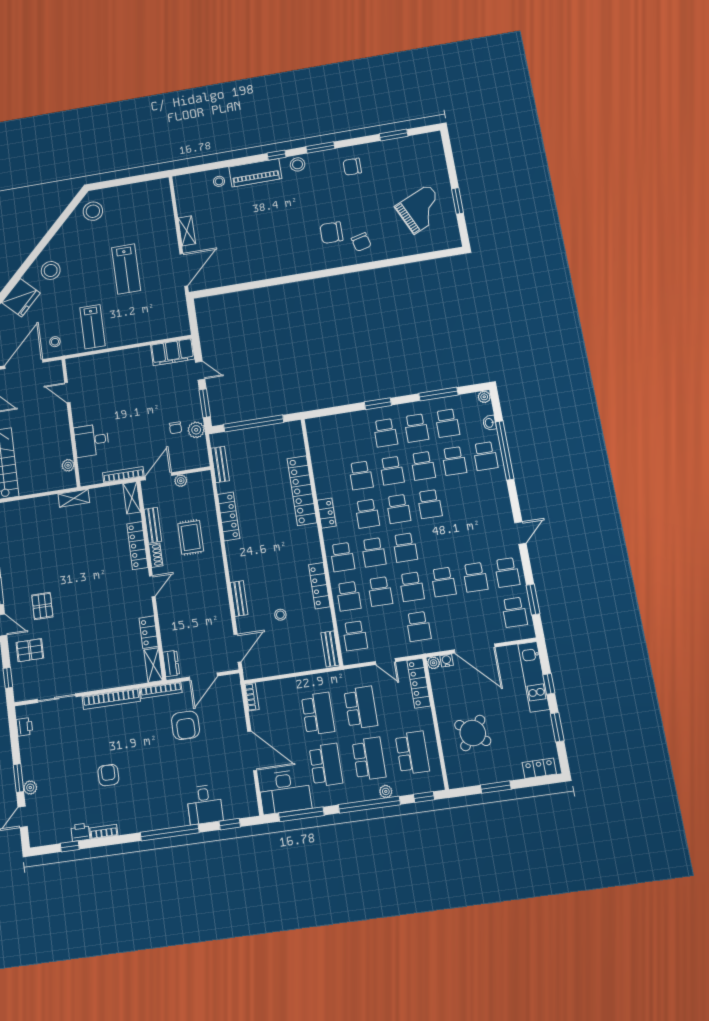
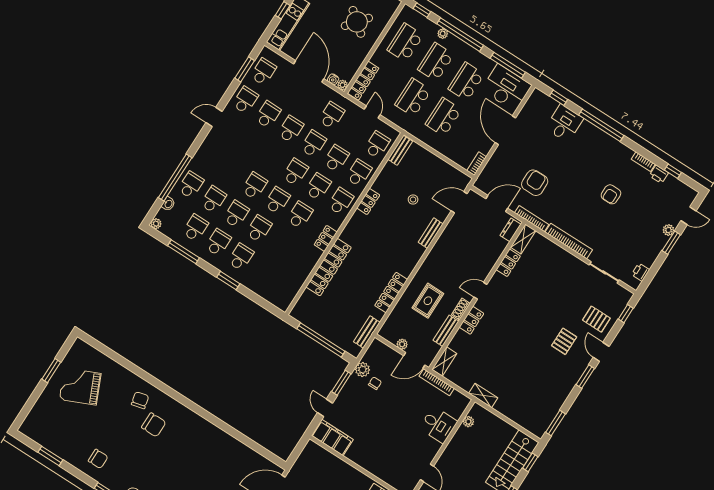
school desk: (361, 475) -> (282, 243), removed
locker: (137, 546) -> (471, 320), width x0.66
locker: (319, 586) -> (368, 202), width x0.66

